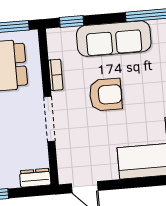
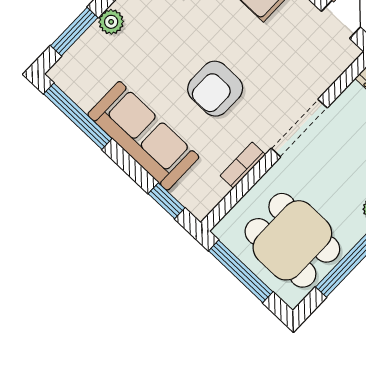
armchair: (106, 95) -> (215, 89), turned -90

